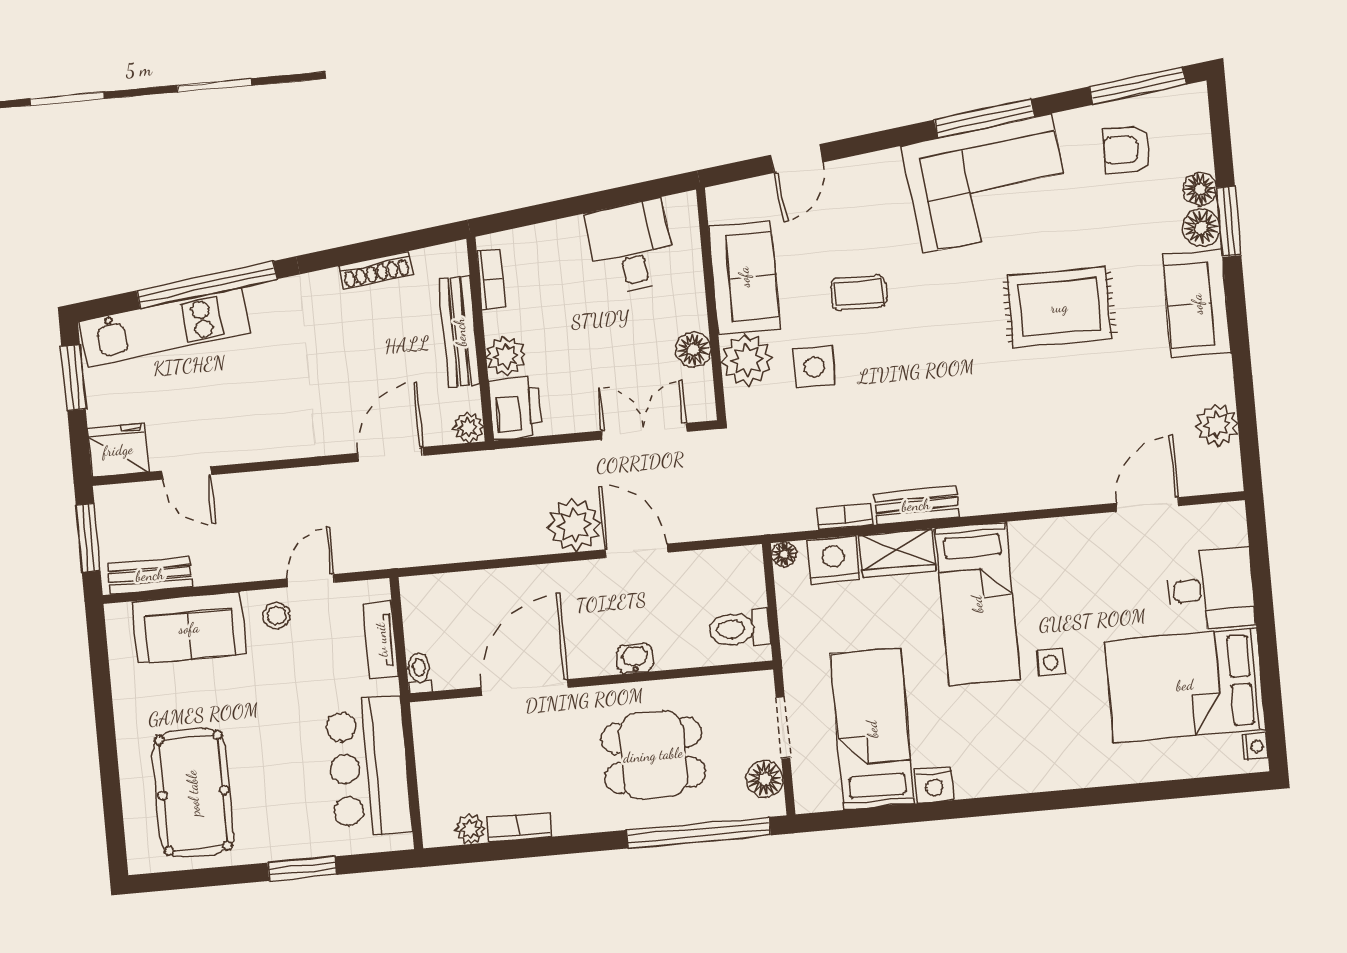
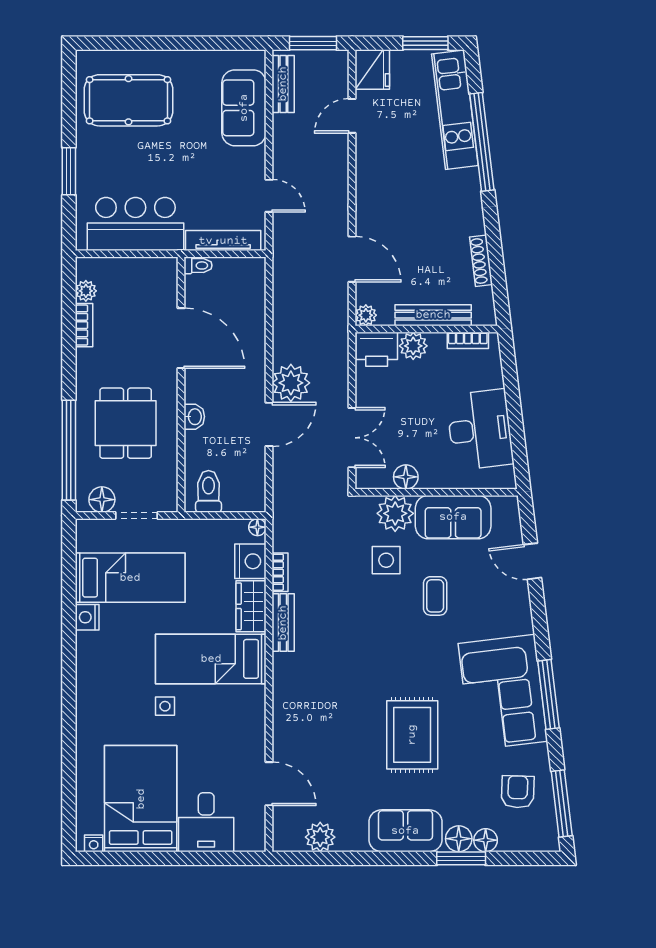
desk: (631, 247) -> (480, 430), width x1.37
stool: (276, 616) -> (247, 169), removed
tv unit: (381, 640) -> (223, 241), width x1.41

